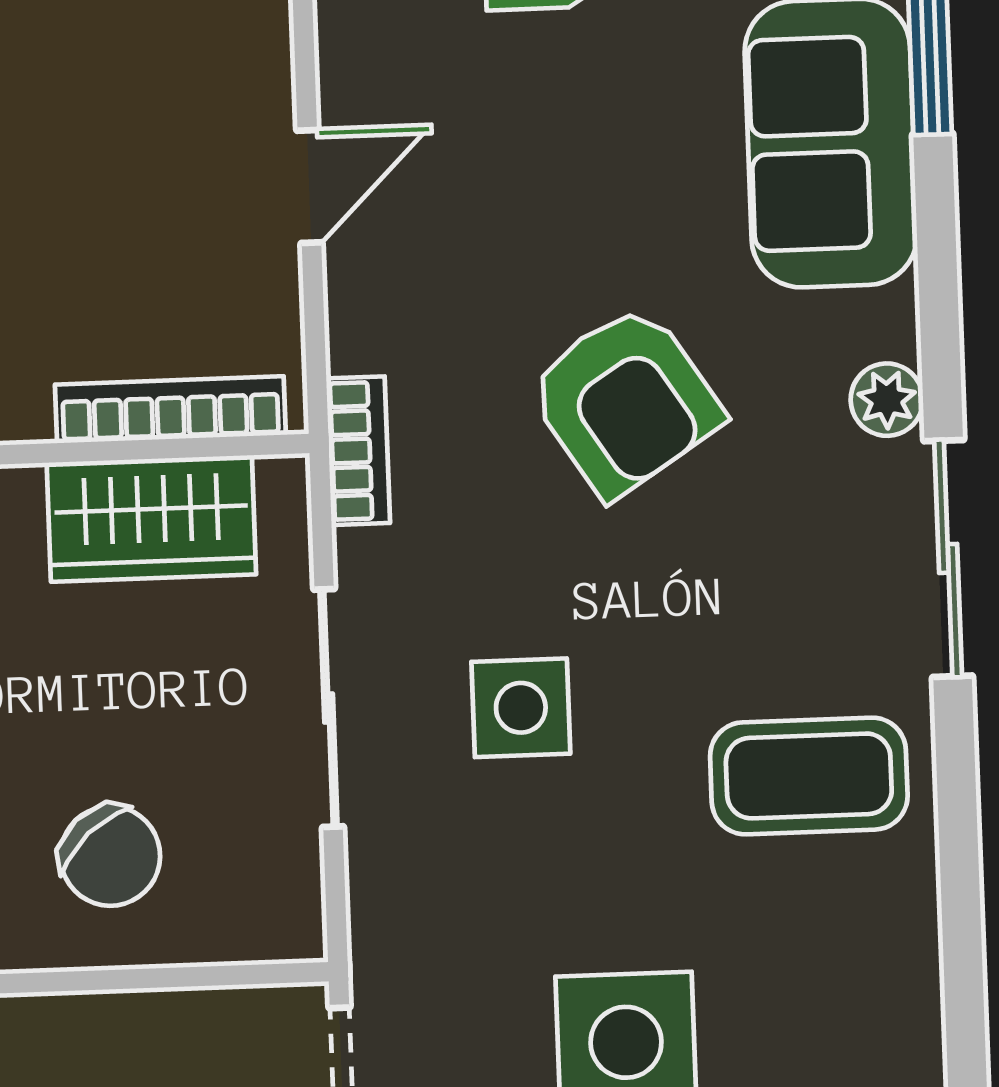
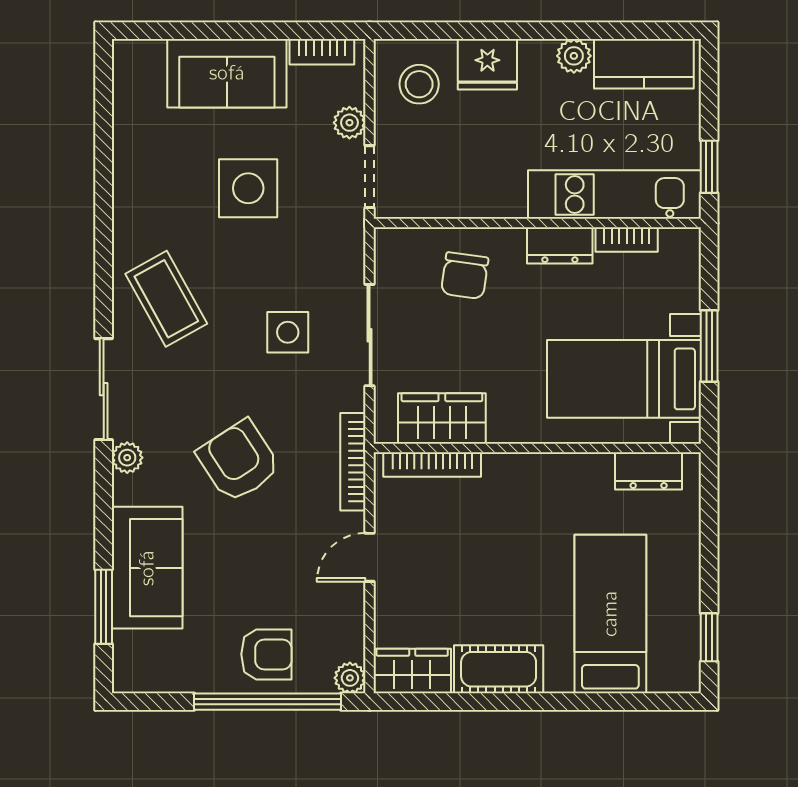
bookcase: (358, 451) -> (353, 462), width x1.56
coffee table: (809, 776) -> (166, 299), turned 61
chair: (110, 856) -> (465, 276), turned -130

